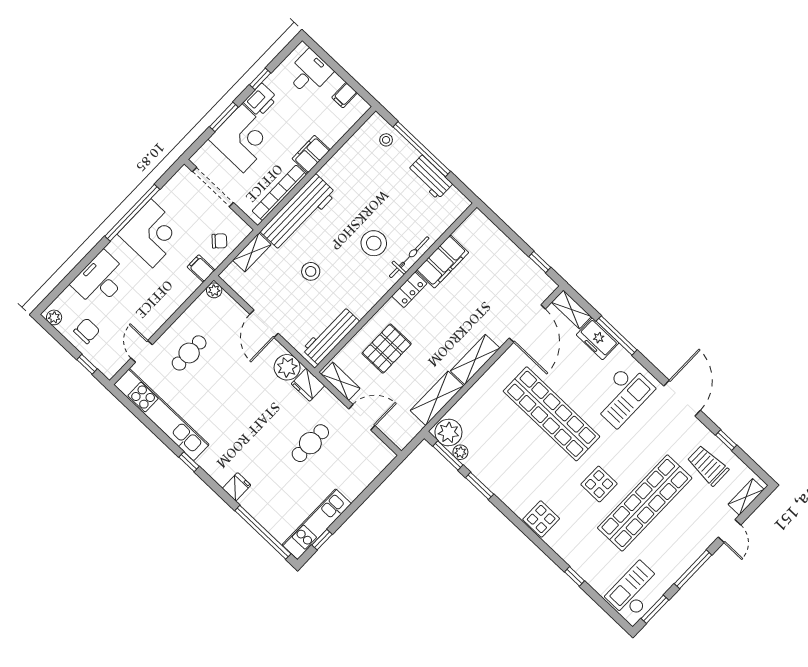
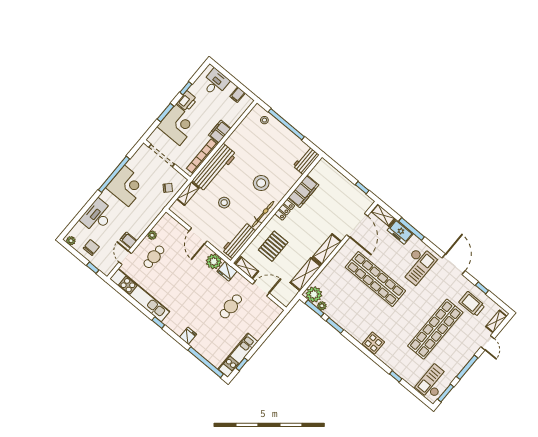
workbench: (430, 177) -> (306, 160), moved, turned 90
bicycle: (409, 257) -> (263, 214), moved
filing cabinet: (201, 269) -> (129, 240), moved
plant: (214, 290) -> (152, 235), moved
display table: (599, 484) -> (407, 320), removed

